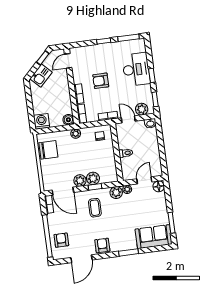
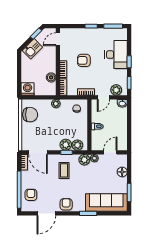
door: (128, 119) -> (103, 97), swing flipped
boiler: (68, 120) -> (51, 77), moved
plant: (80, 181) -> (77, 145), moved
floor lamp: (159, 186) -> (122, 172), moved
sofa: (154, 237) -> (106, 203), width x1.36

